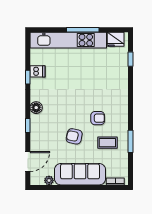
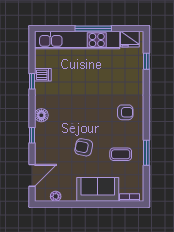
armchair: (98, 118) -> (125, 112), moved
sofa: (80, 174) -> (98, 189), width x0.73

